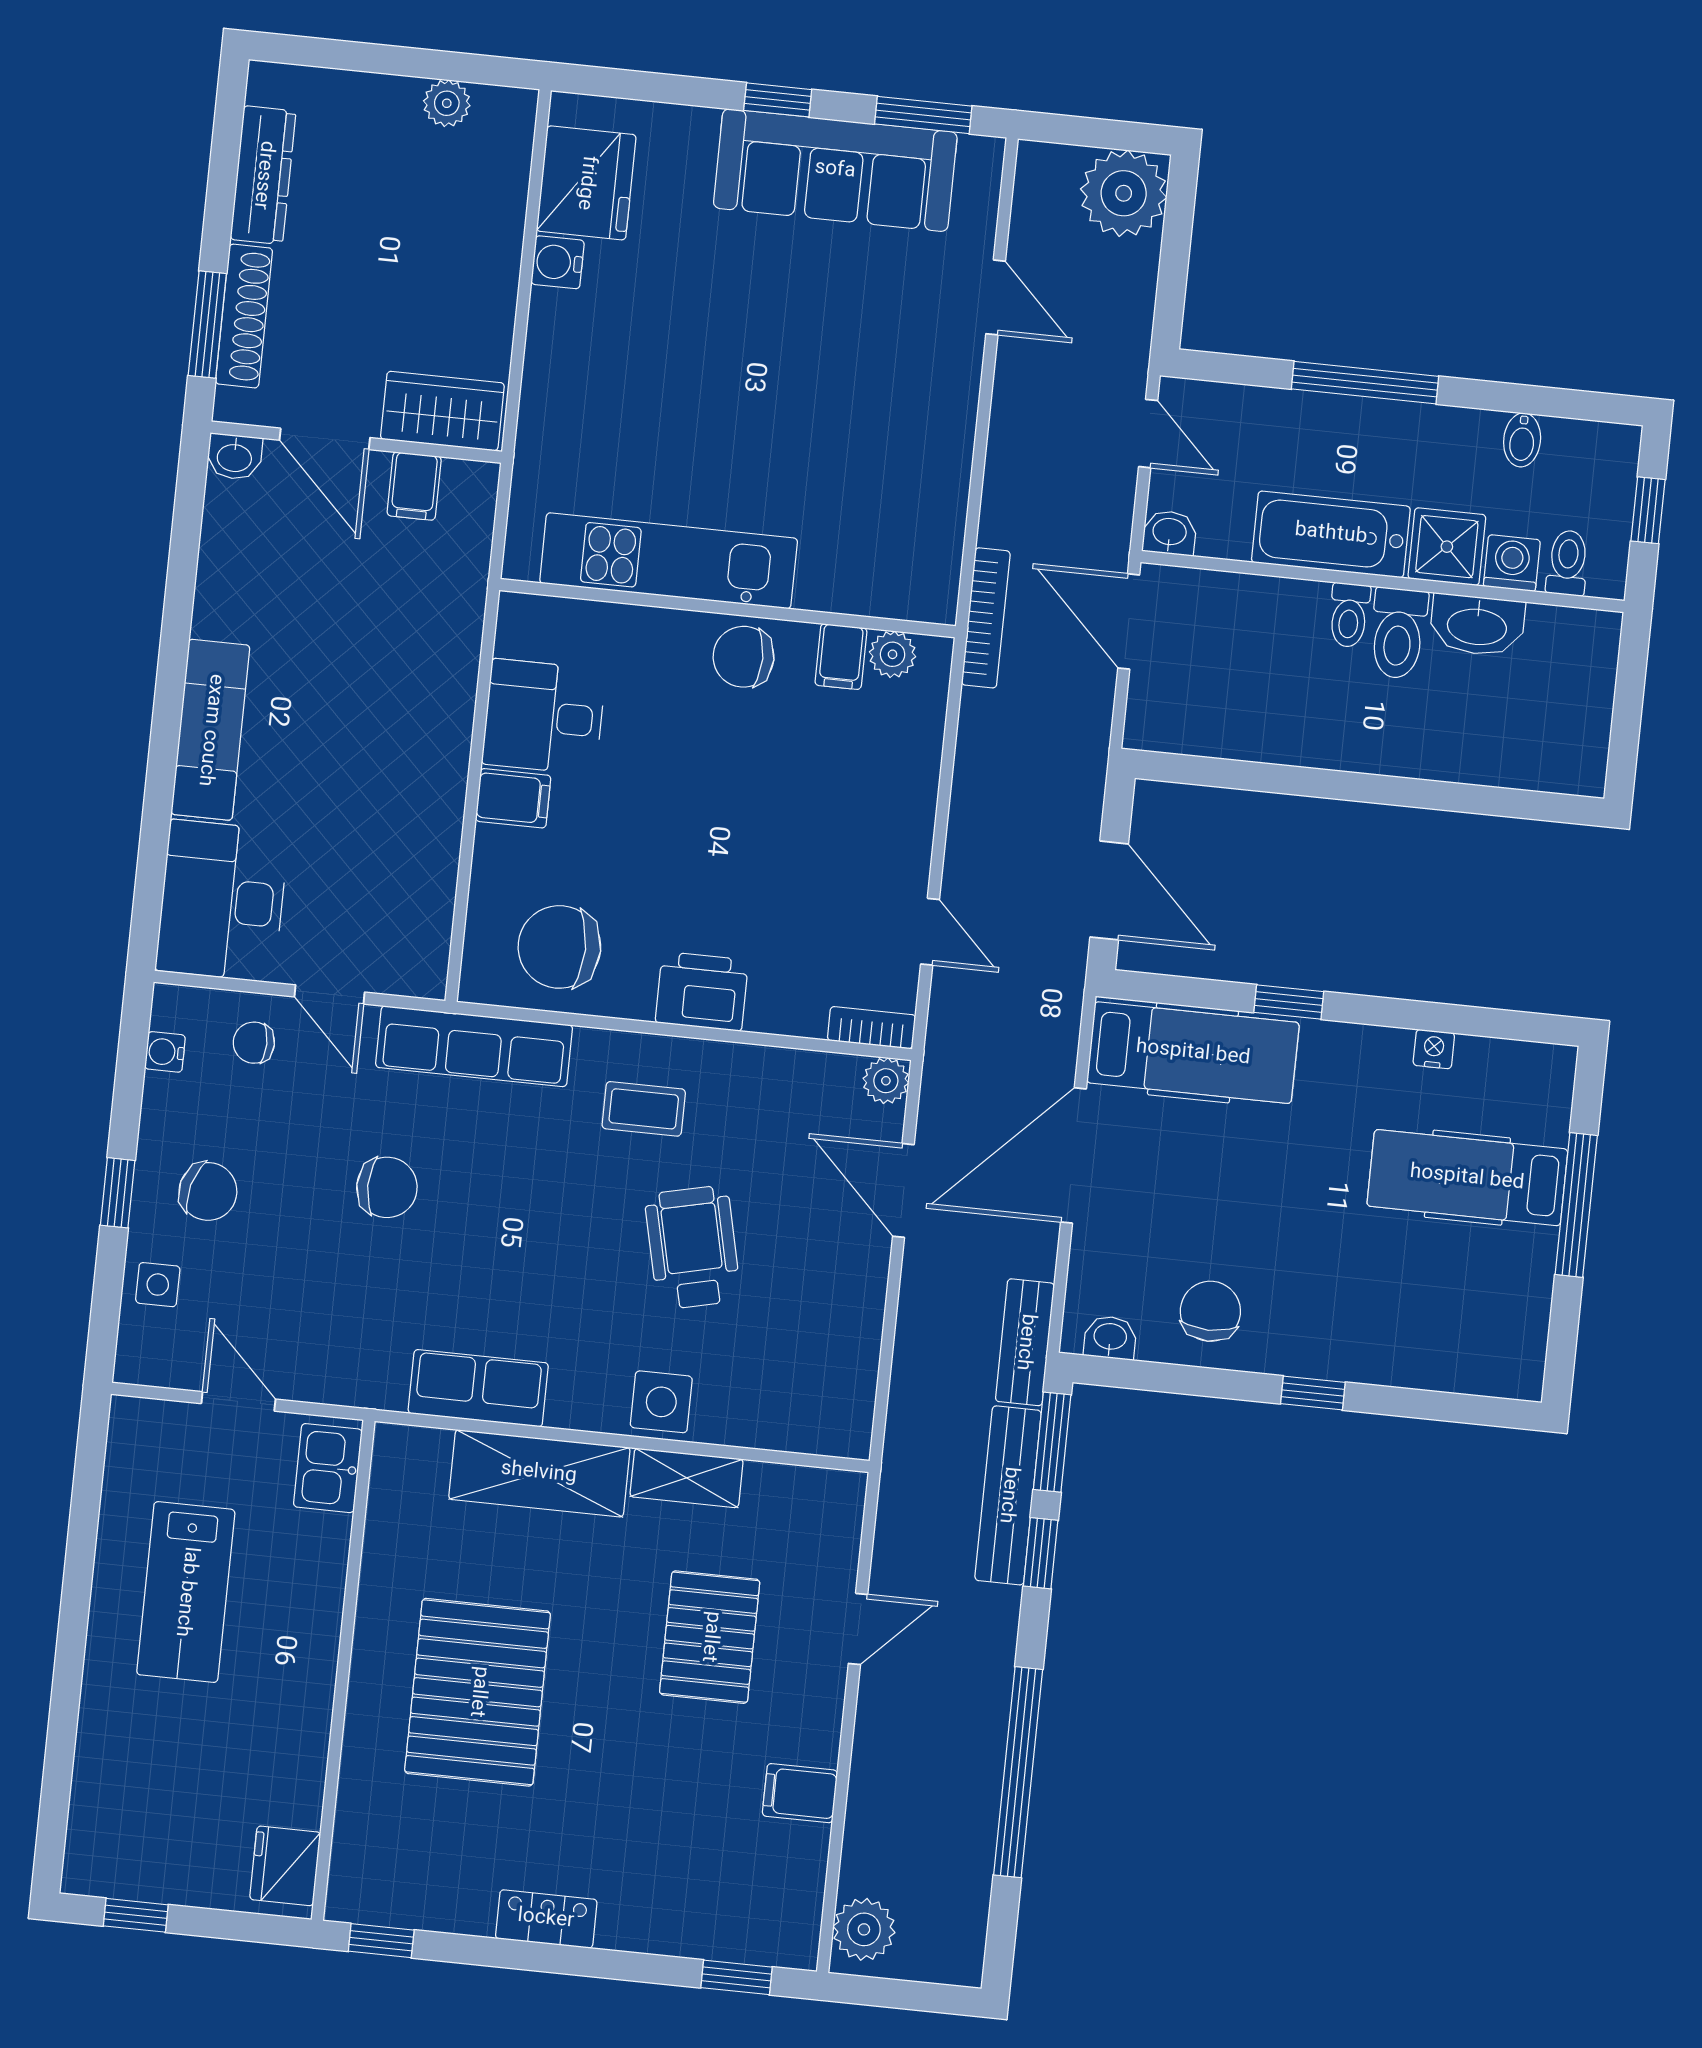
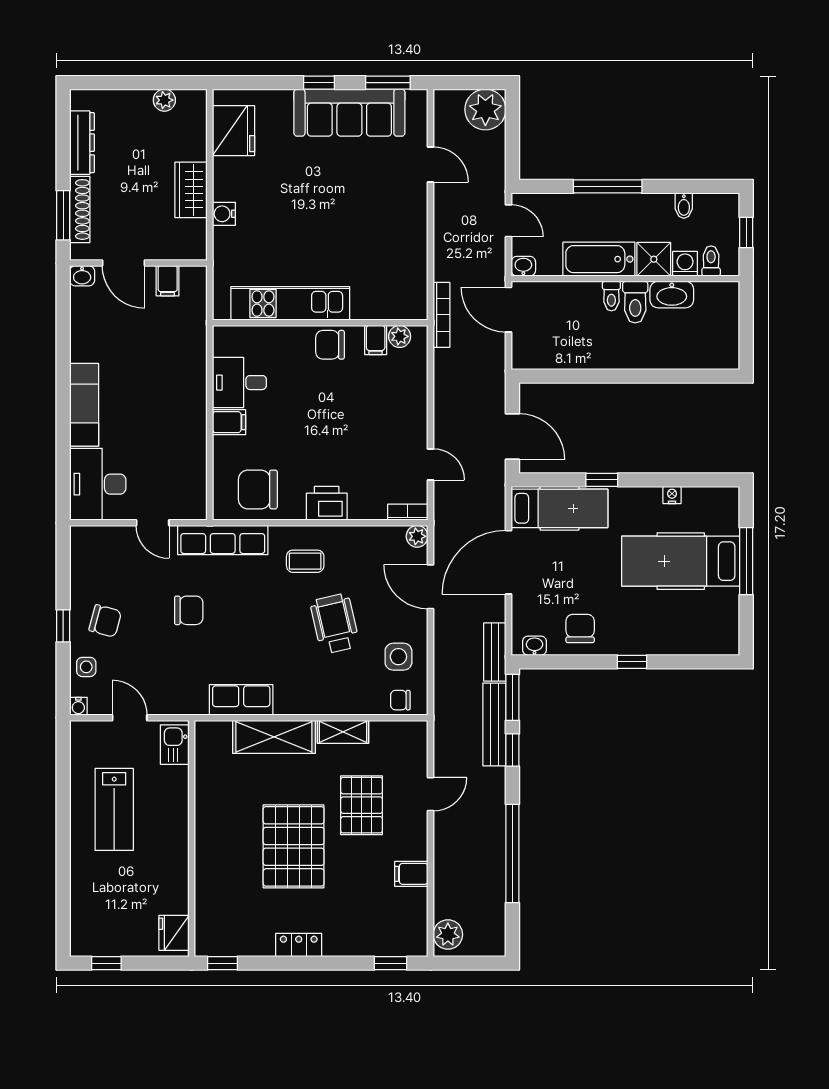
water cooler: (558, 262) -> (224, 214), moved
wardrobe: (442, 411) -> (191, 190), moved, turned -90
chair: (254, 1043) -> (400, 700), moved
water cooler: (165, 1052) -> (78, 706), moved, turned -90
hospital bed: (1467, 1178) -> (681, 561), width x1.37, depth x1.29
side table: (661, 1402) -> (398, 657), moved
pallet: (478, 1692) -> (294, 846), moved

